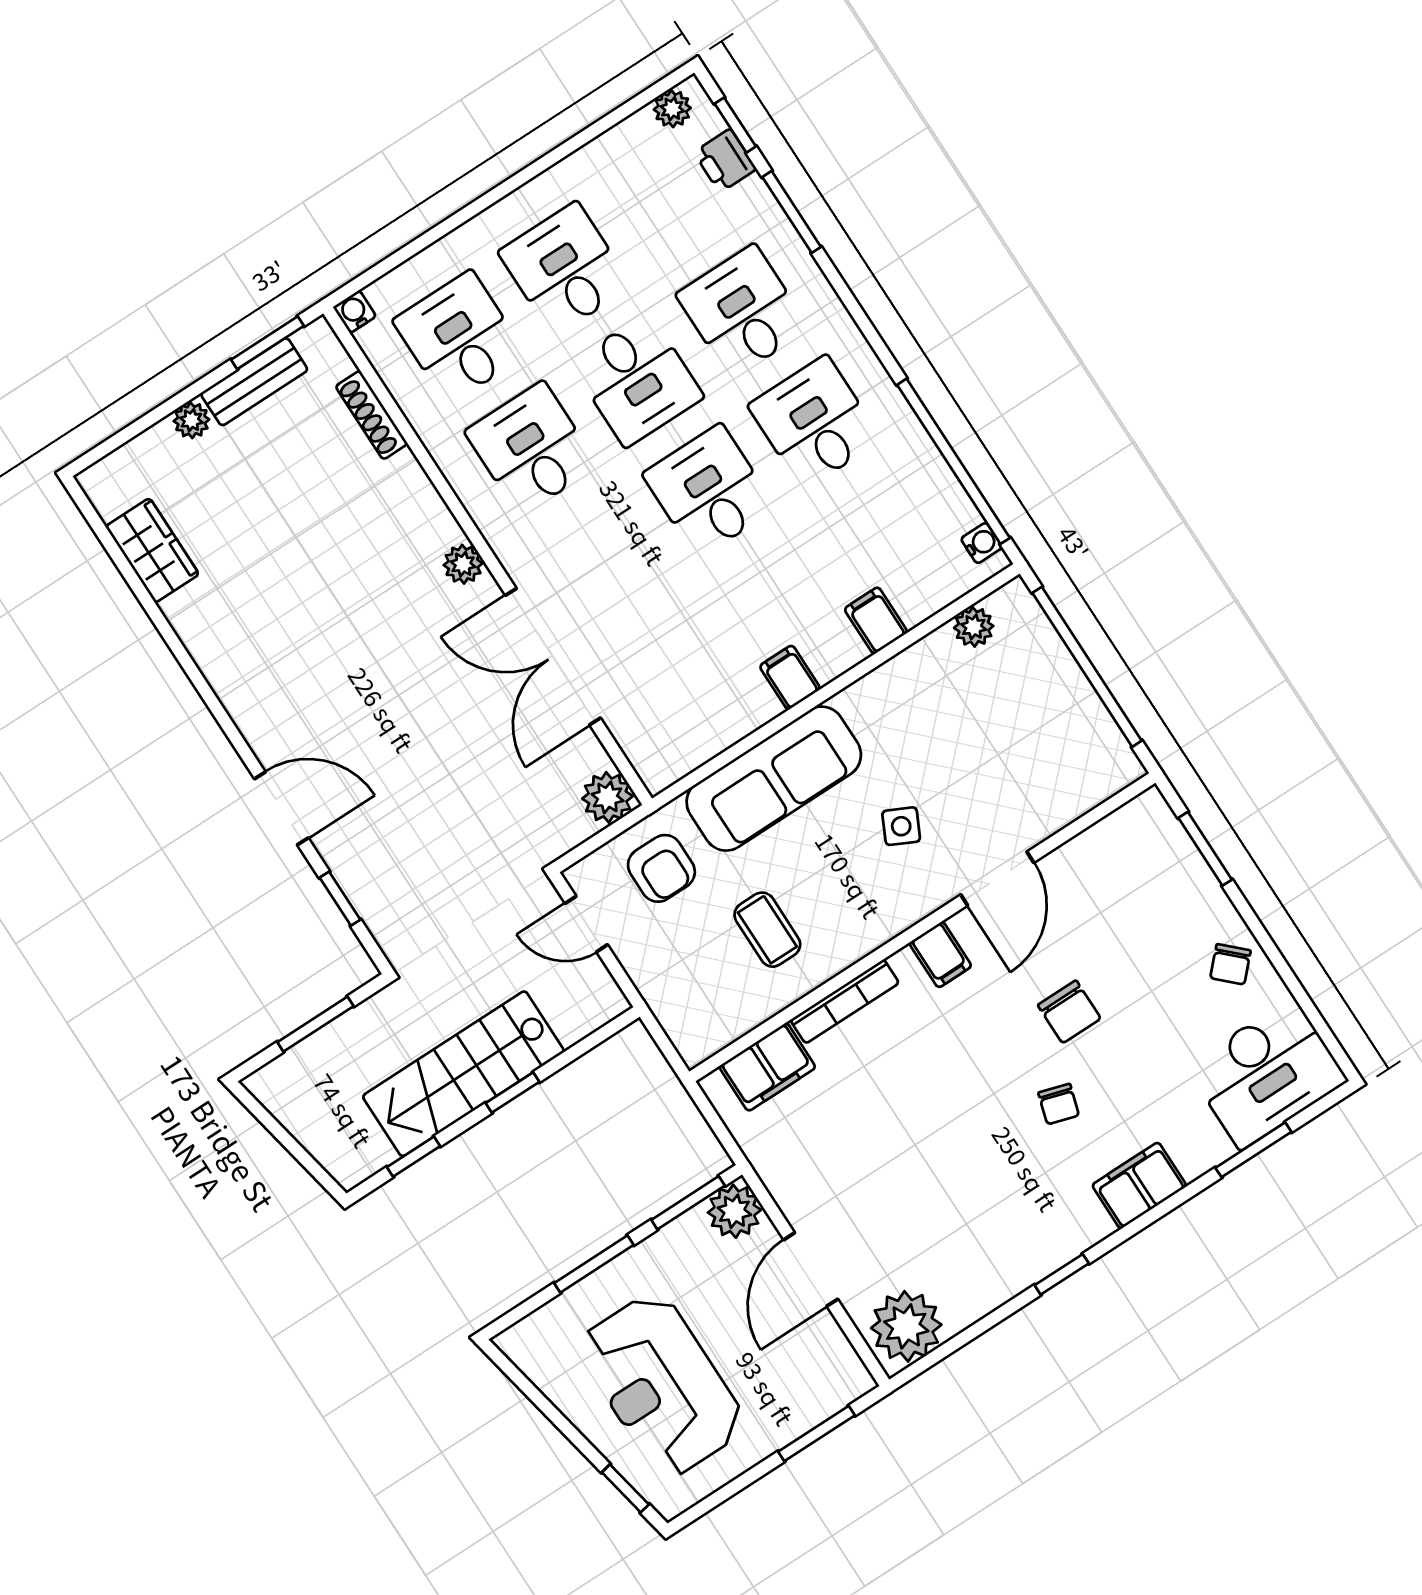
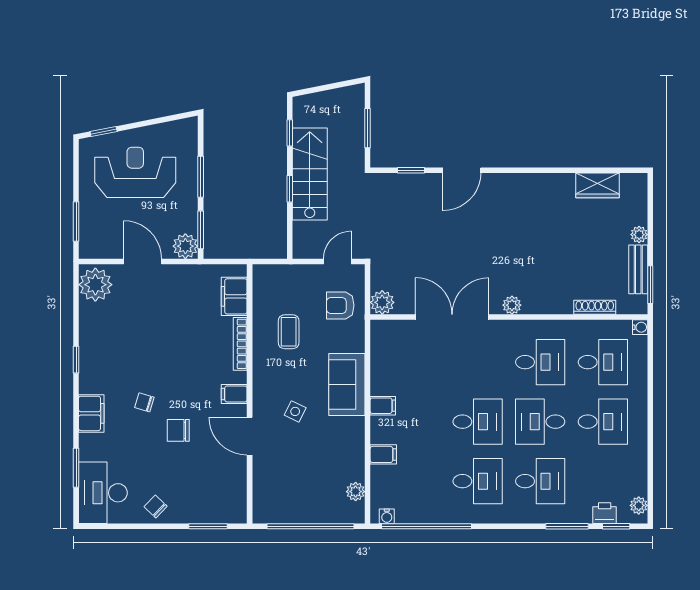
sofa: (774, 779) -> (347, 384), width x0.73
coffee table: (767, 930) -> (289, 332), turned 90

